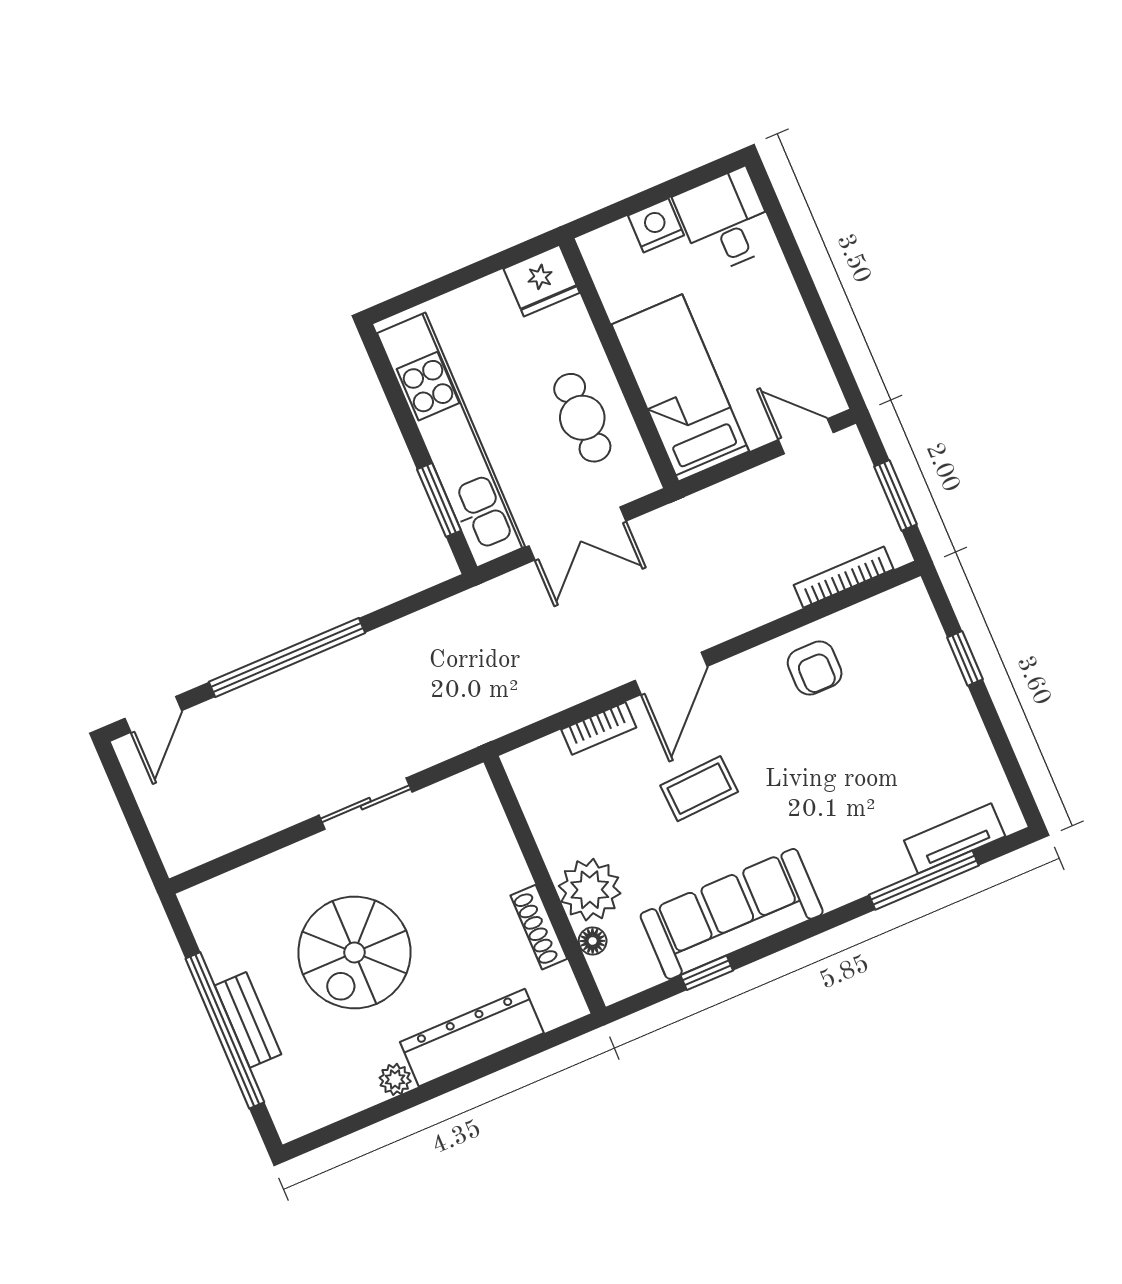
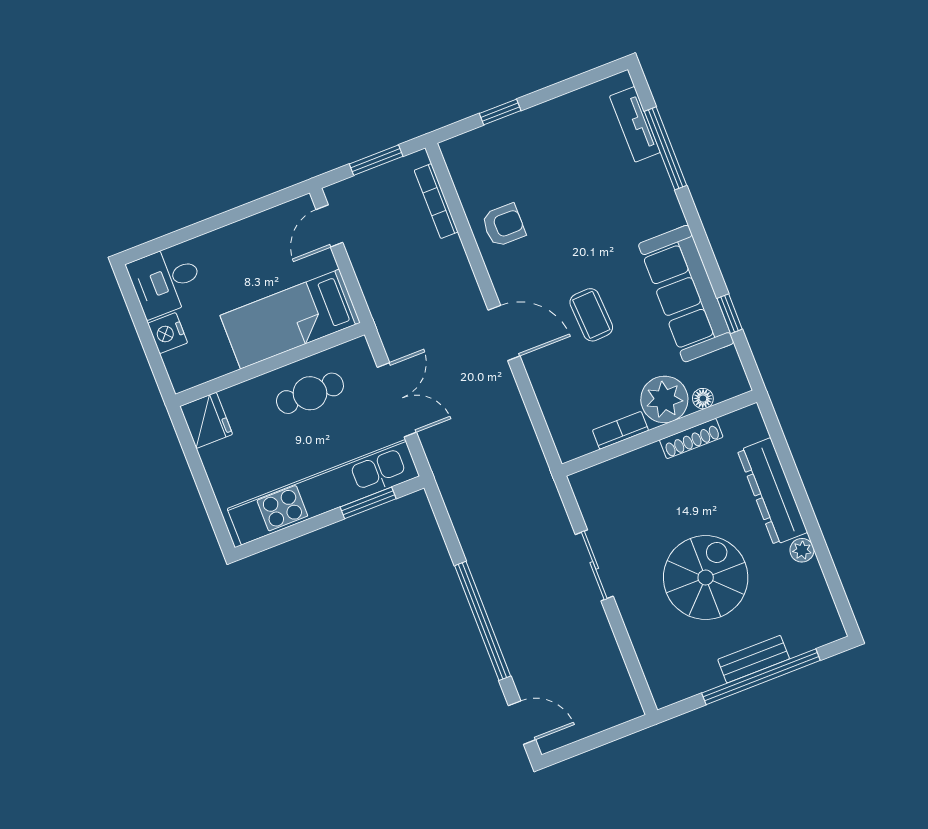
bookcase: (599, 728) -> (620, 430), moved, turned -90
spiral stairs: (354, 952) -> (706, 578), turned -90

